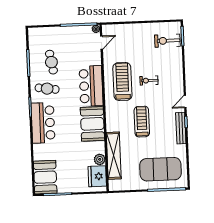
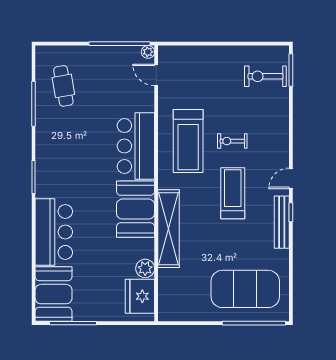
door: (101, 43) -> (156, 75), swing flipped
cafe table: (51, 62) -> (63, 86), moved
treadmill: (122, 82) -> (188, 141), turned 180
cafe table: (47, 89) -> (63, 147), removed
treadmill: (142, 122) -> (233, 193), moved
bar counter: (43, 123) -> (54, 232), moved
shelving: (114, 156) -> (169, 229), moved

